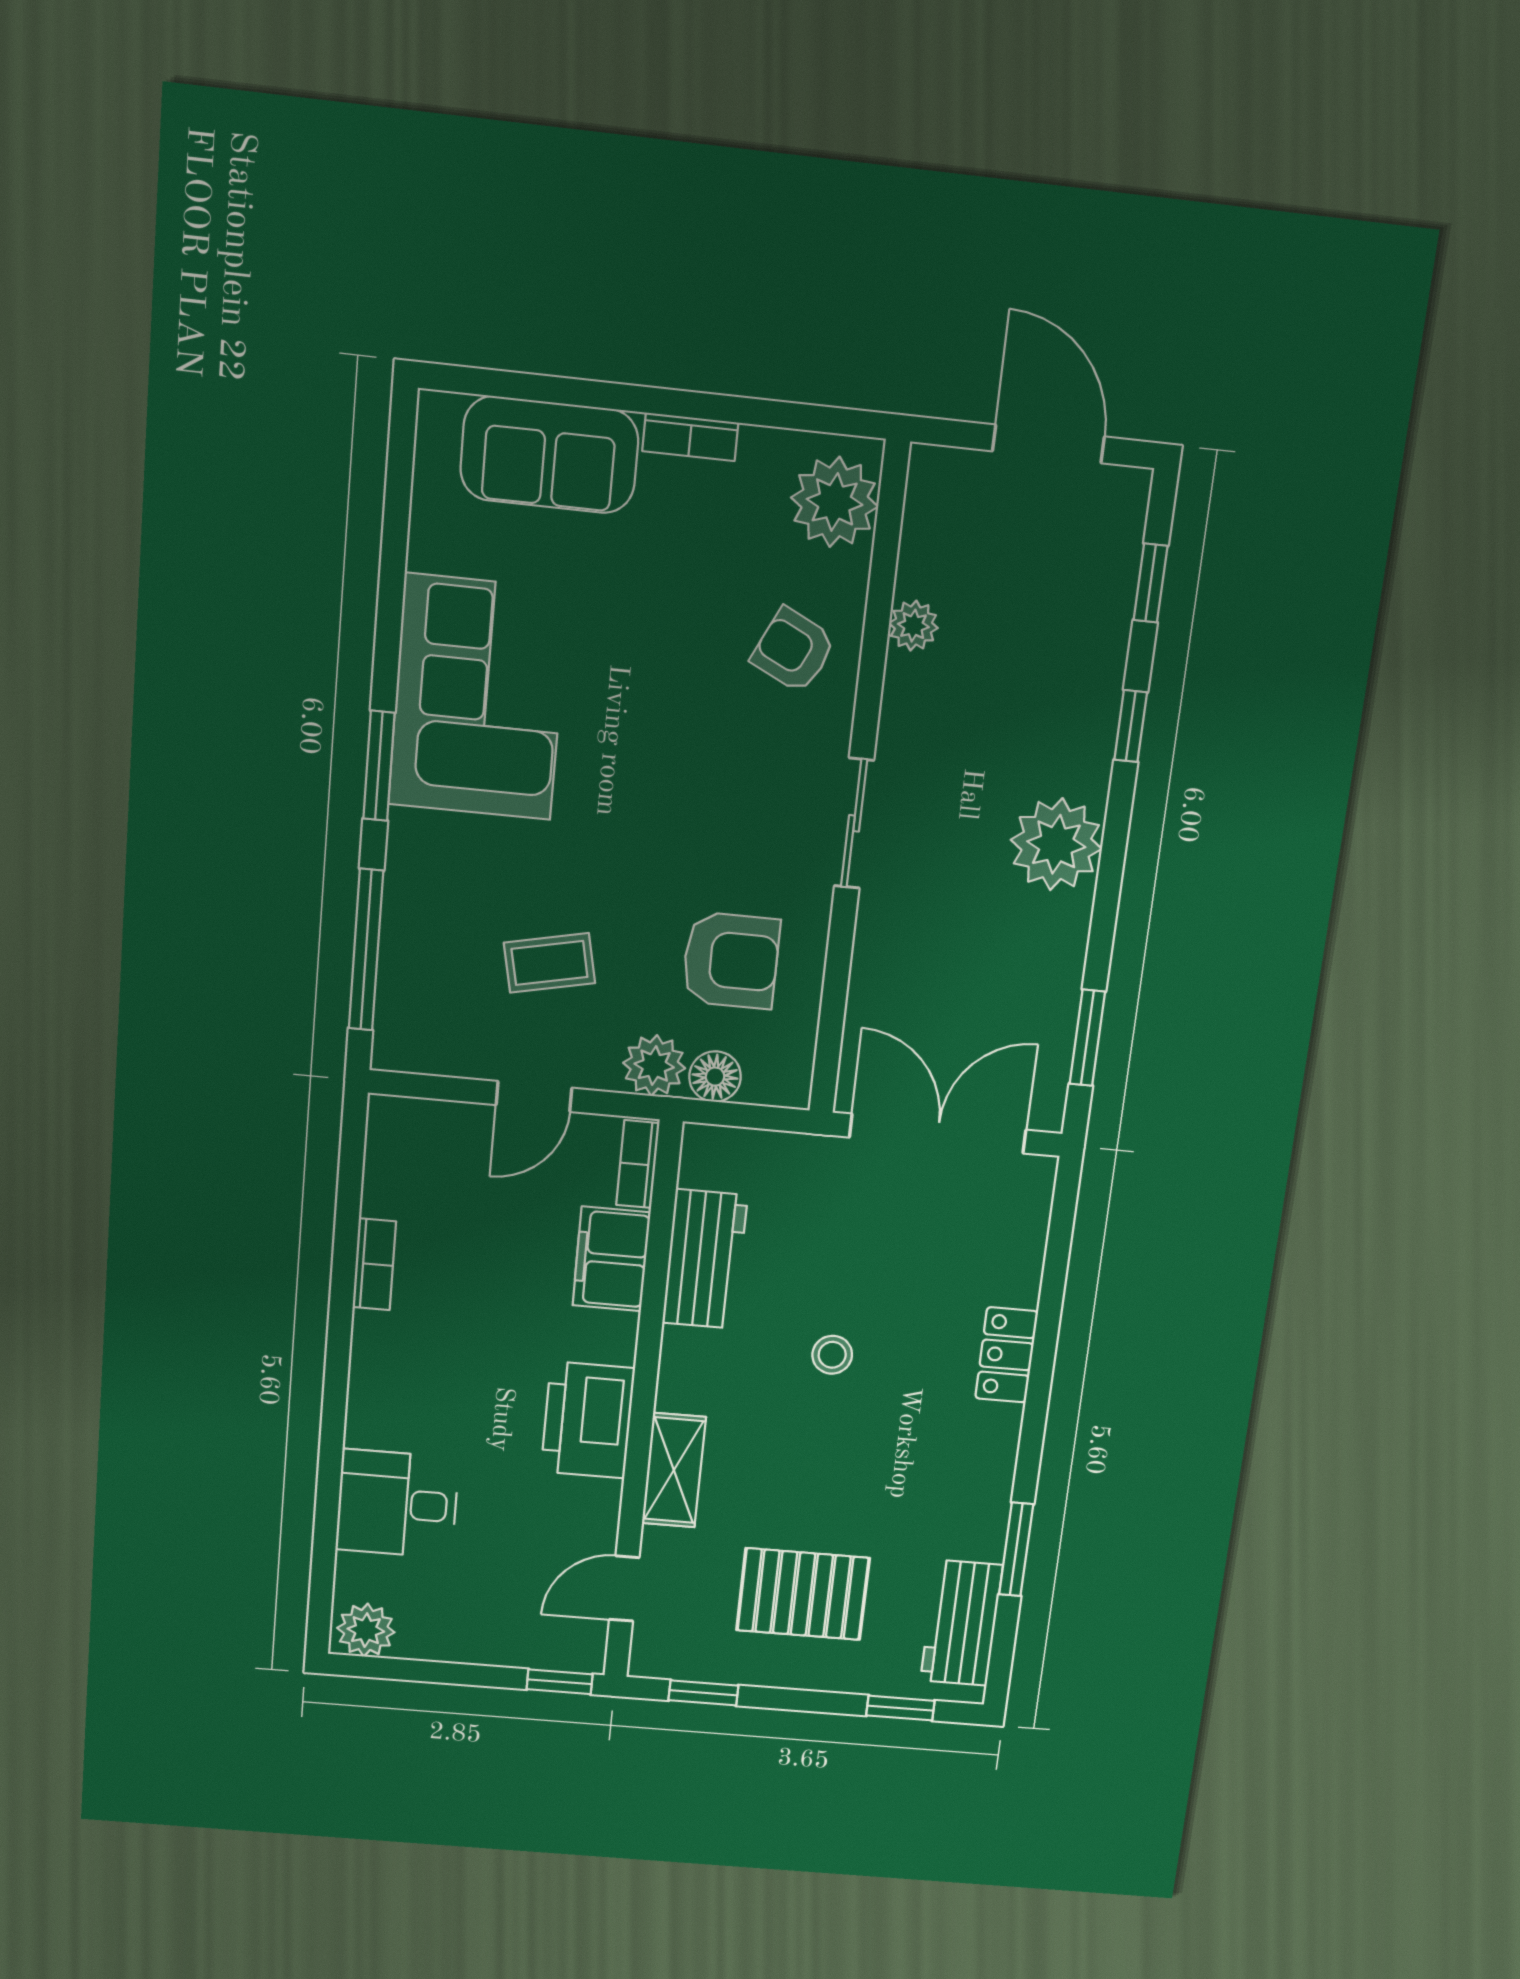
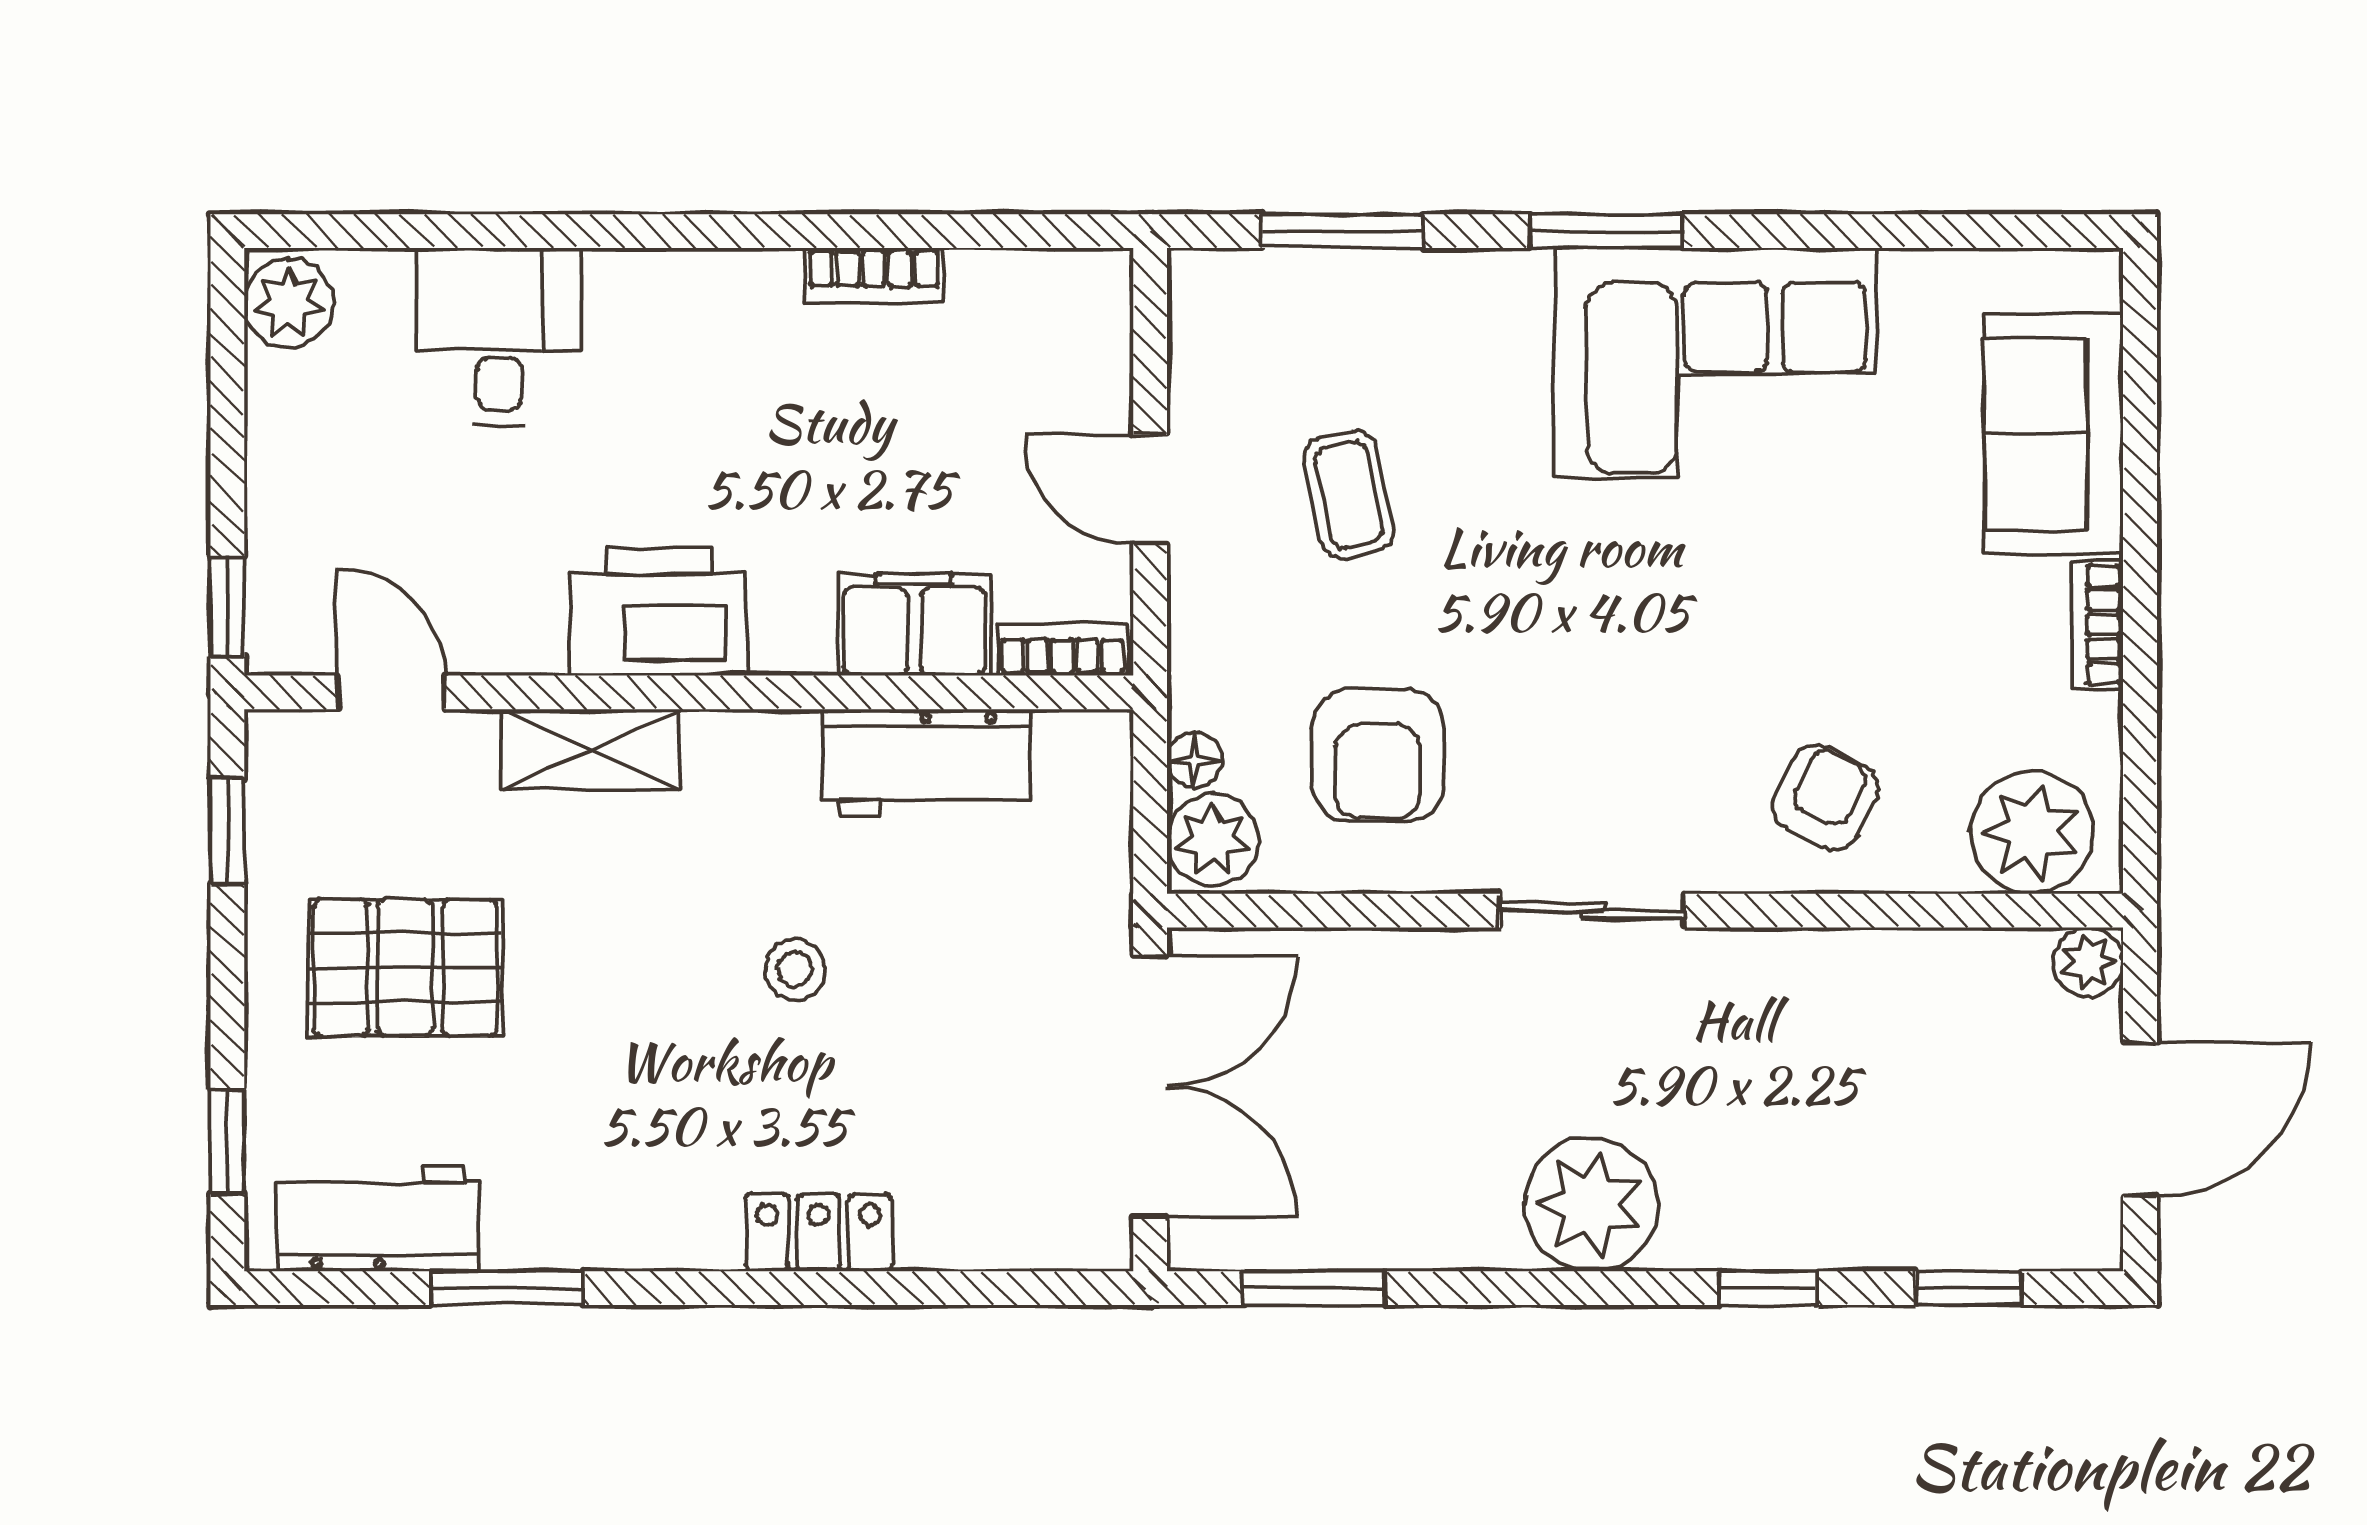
plant: (913, 626) -> (2088, 962), moved
window: (366, 950) -> (1343, 231), width x0.69
plant: (654, 1066) -> (1213, 840), moved
floor lamp: (715, 1077) -> (1194, 760), width x0.73, depth x0.73
pallet: (803, 1594) -> (405, 968), turned 90

